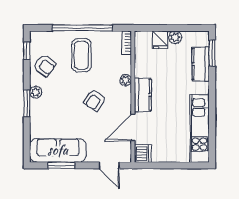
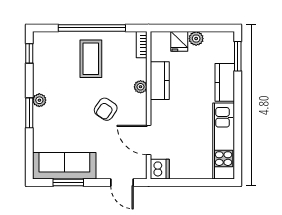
kitchen counter: (201, 64) -> (225, 82), moved
armchair: (45, 66) -> (49, 70), removed
kitchen counter: (143, 95) -> (160, 81), moved
door: (133, 128) -> (149, 140), hinge flipped

